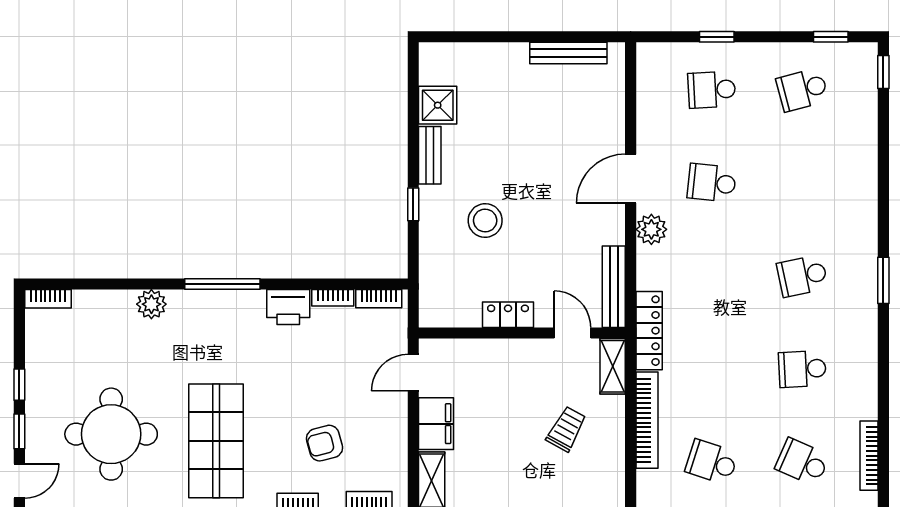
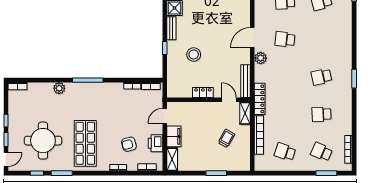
printer: (288, 307) -> (155, 143), moved, turned 90

